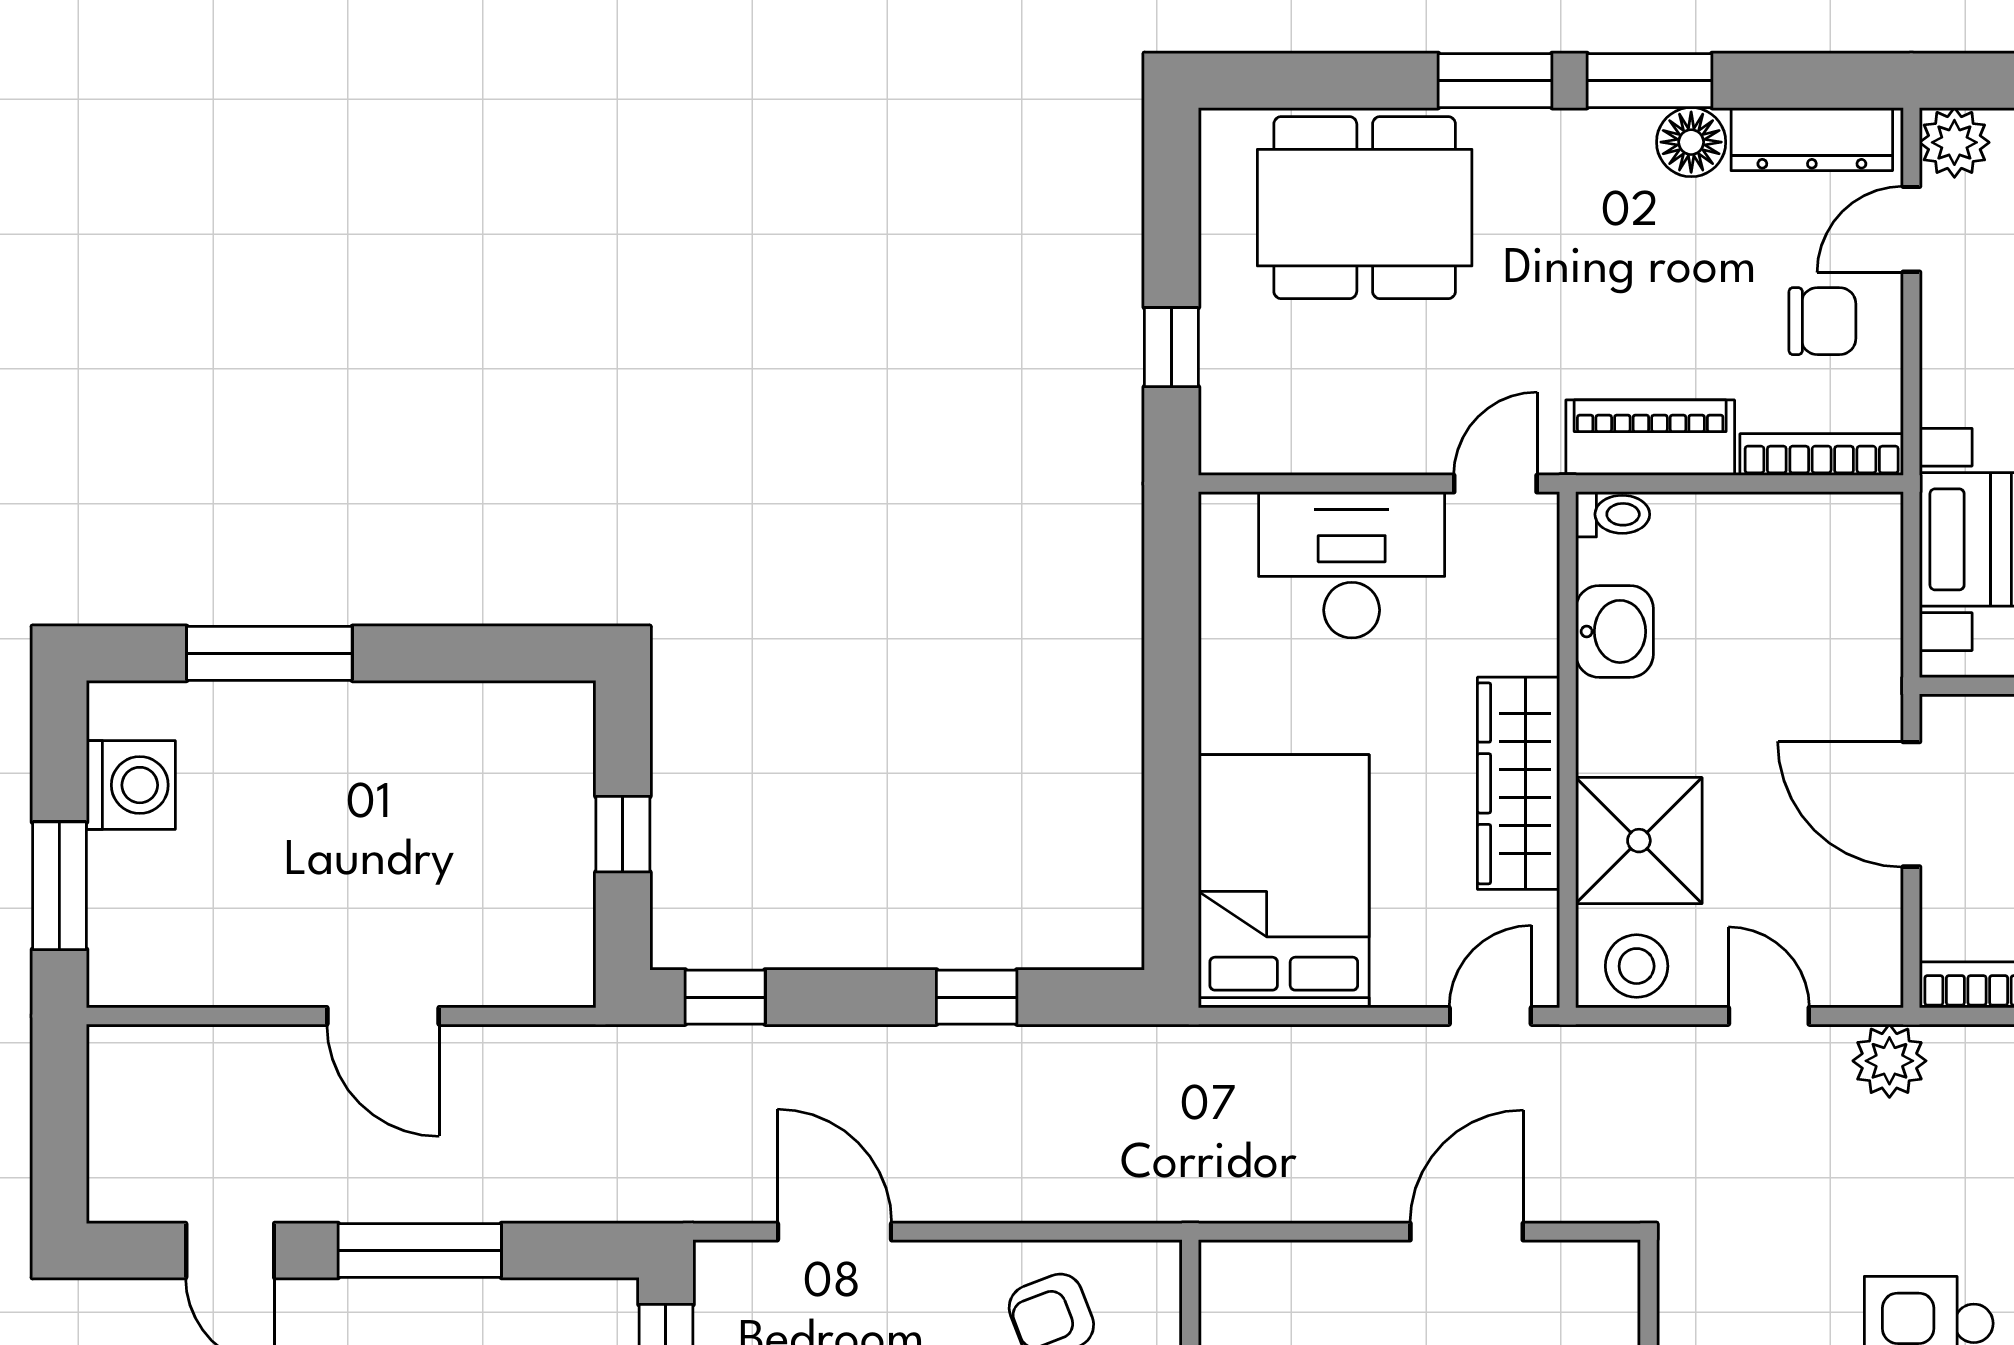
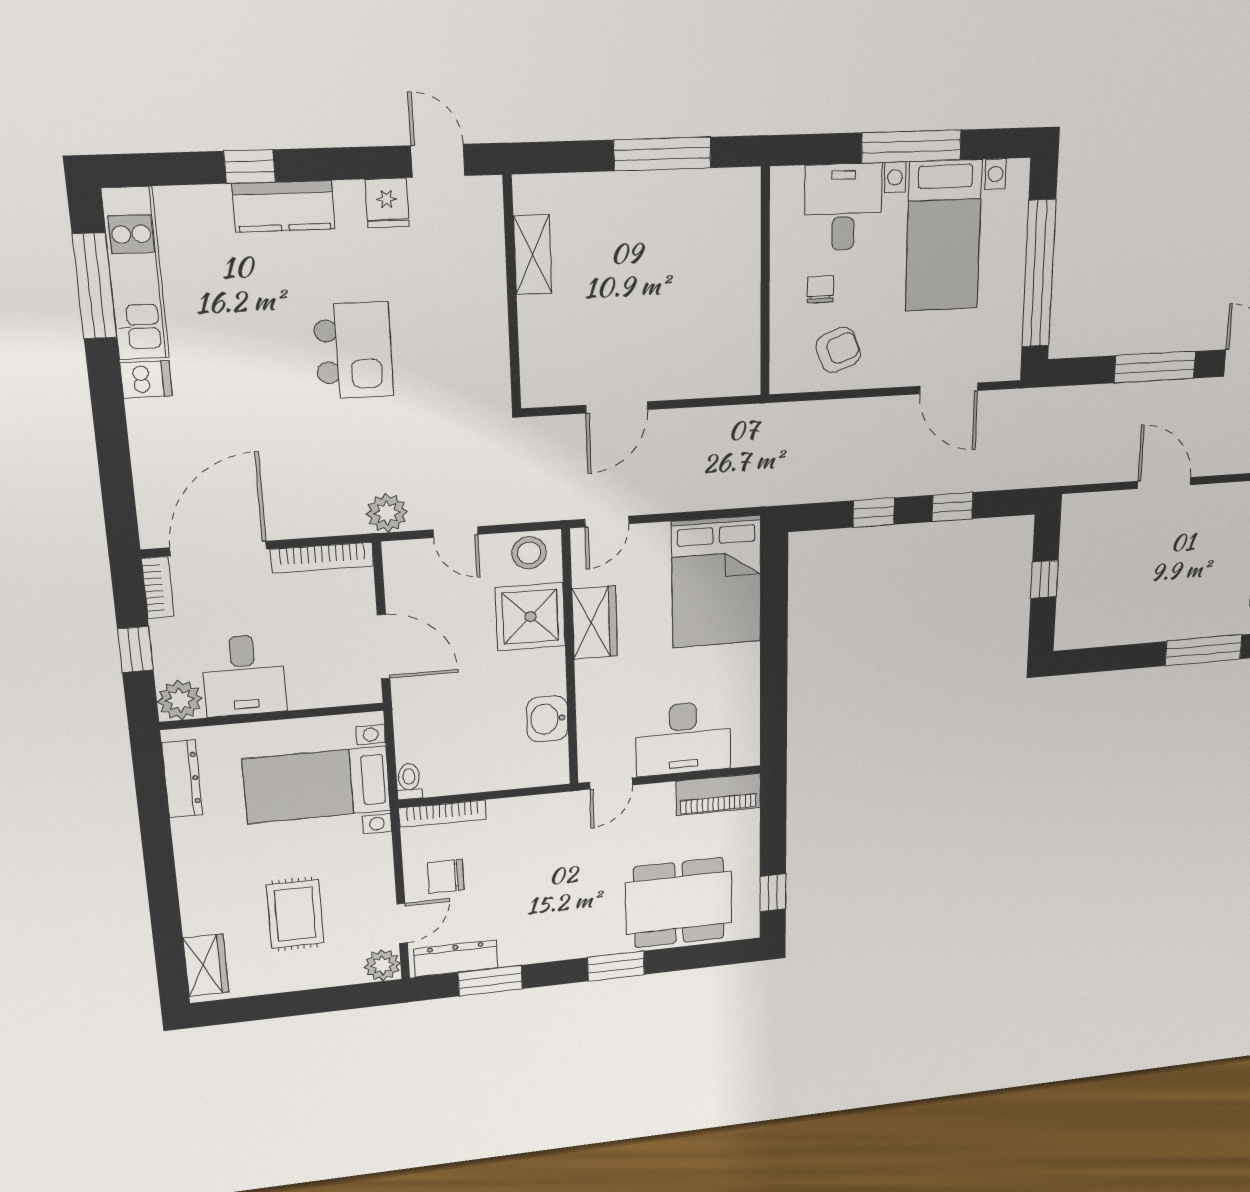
window: (1650, 81) -> (490, 981), moved
floor lamp: (1691, 142) -> (517, 950), removed
window: (1171, 347) -> (773, 893), moved
piano: (1650, 438) -> (718, 794), moved
toilet: (1613, 514) -> (409, 781), moved, turned 90
wardrobe: (1519, 783) -> (595, 623), width x0.67
window: (725, 997) -> (952, 507), moved

